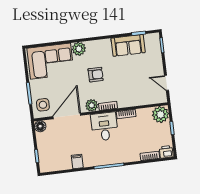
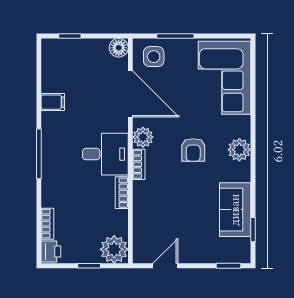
plant: (79, 49) -> (239, 150), moved

